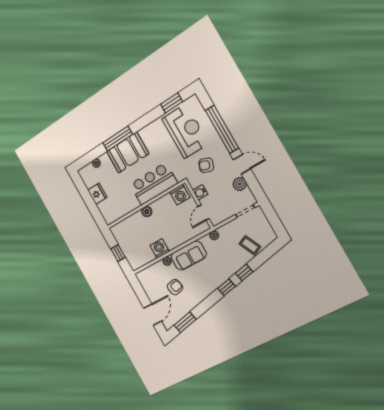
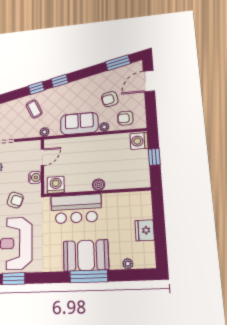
coffee table: (250, 245) -> (34, 109), moved
washing machine: (160, 248) -> (139, 141), moved, turned 90
armchair: (155, 276) -> (125, 118), added

